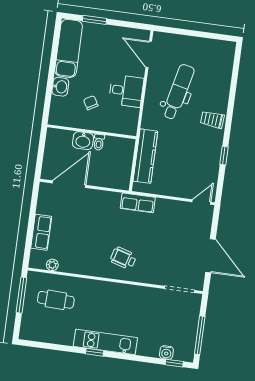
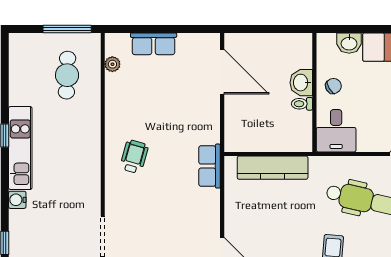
desk: (126, 91) -> (336, 131), moved
wall: (92, 132) -> (314, 92), moved
washbasin: (83, 141) -> (301, 83), moved
toilet: (99, 142) -> (302, 104), moved
water cooler: (166, 352) -> (17, 200), moved

